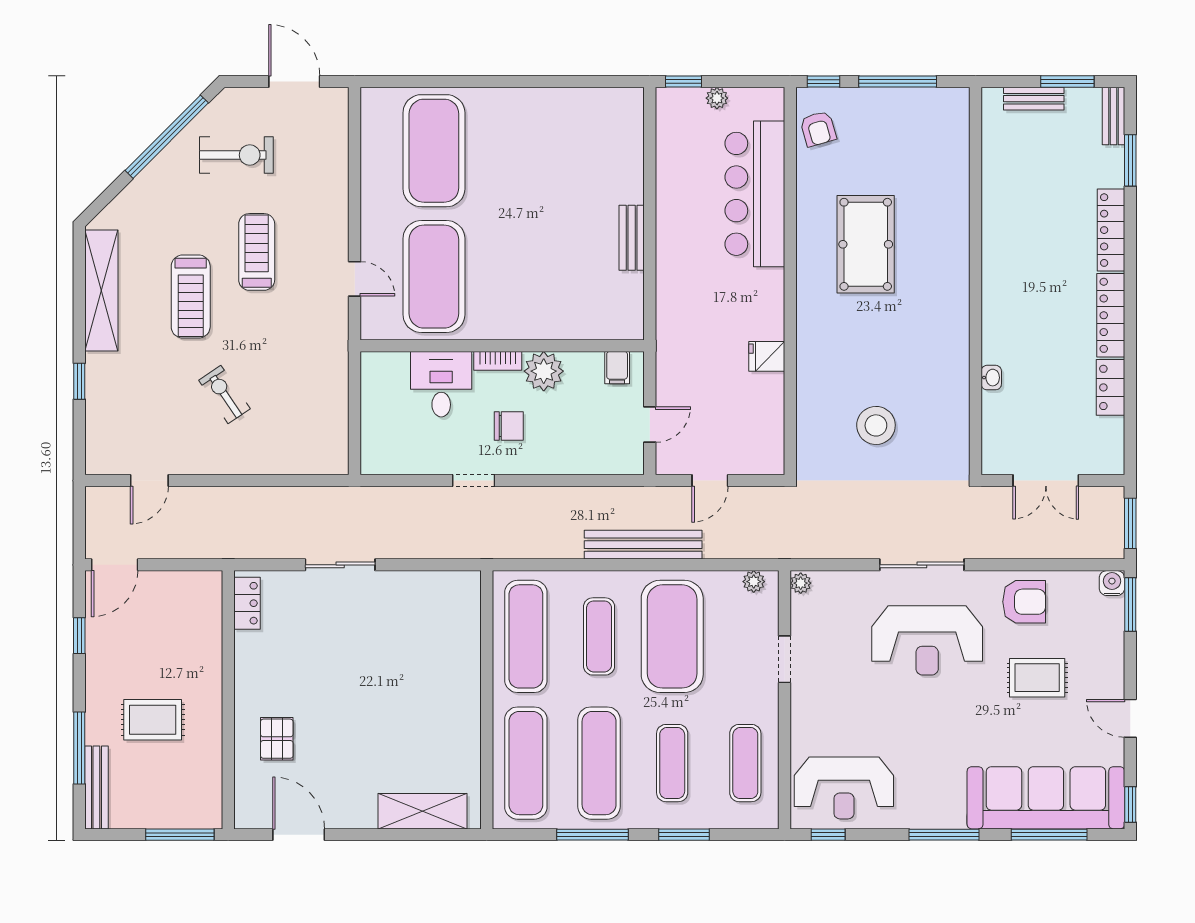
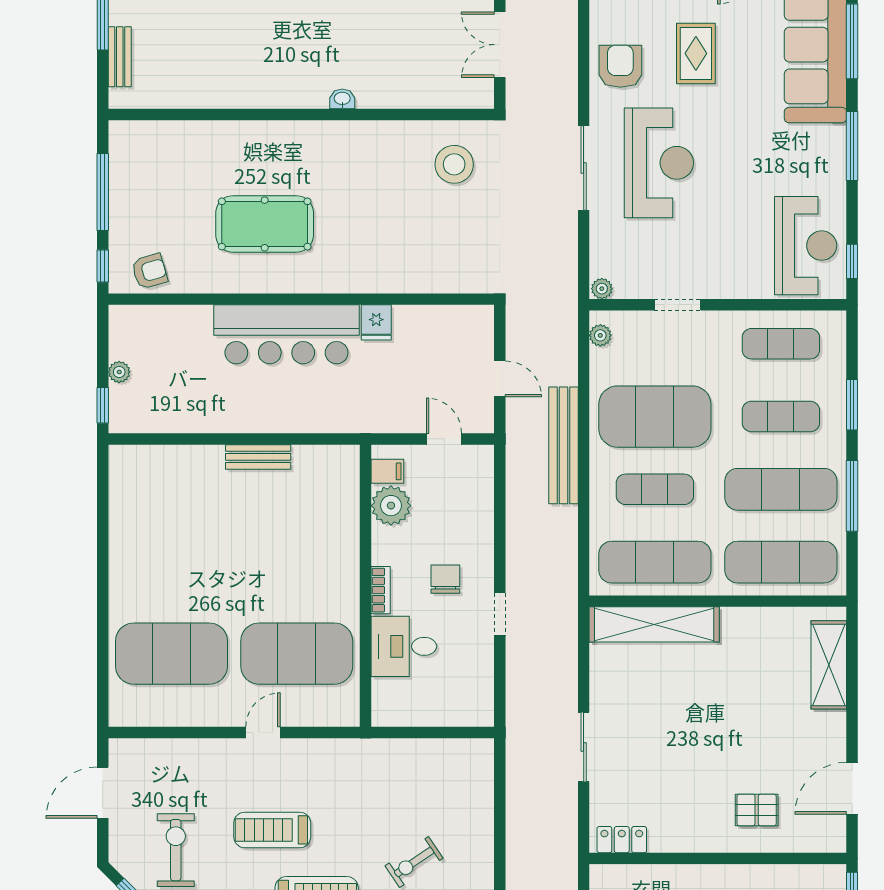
bar counter: (755, 194) -> (286, 334), moved
door: (355, 279) -> (263, 733), moved
plant: (544, 371) -> (391, 506), moved
washbasin: (991, 378) -> (342, 99), moved
stool: (876, 425) -> (454, 164), moved
double door: (1046, 481) -> (500, 45), swing flipped
shelving: (463, 636) -> (654, 624), added

